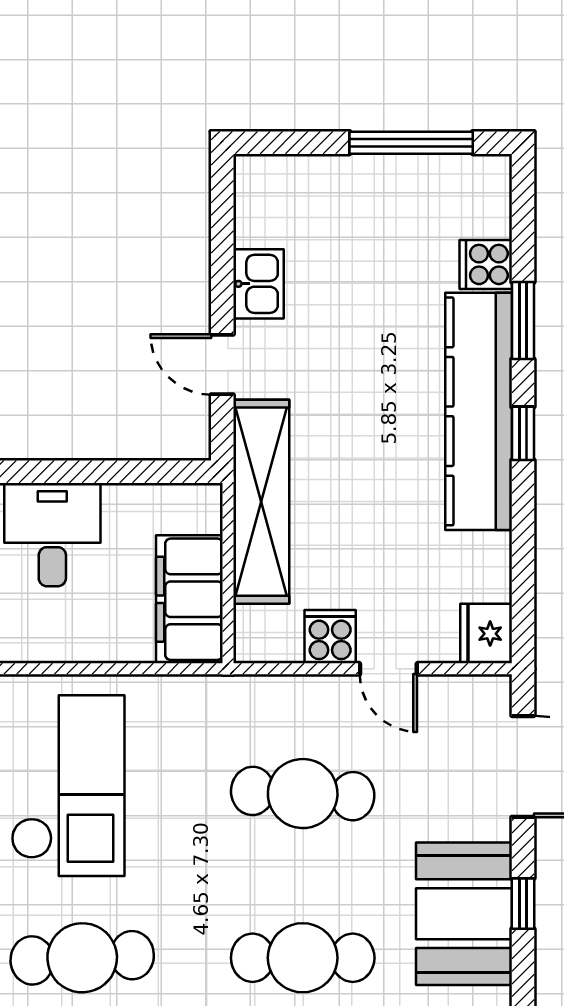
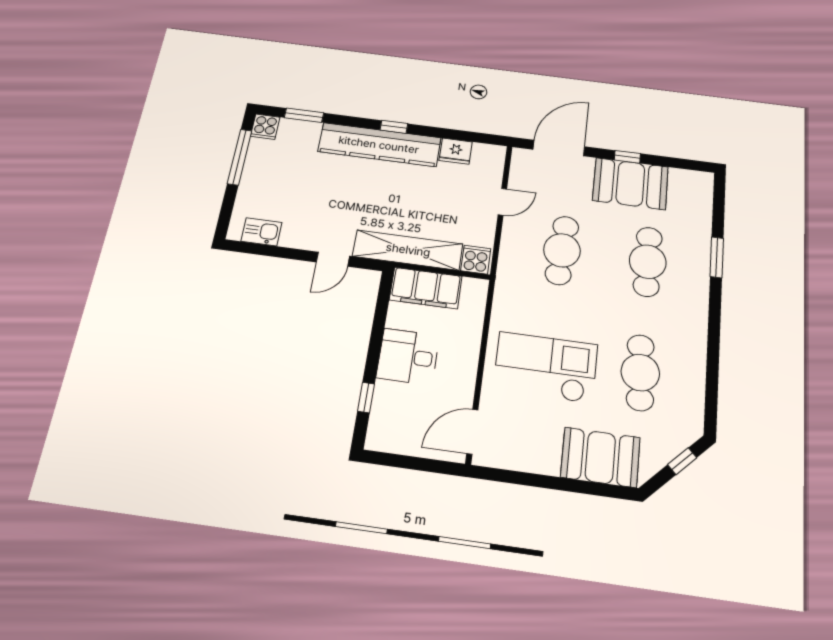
cooker: (486, 264) -> (265, 127), moved
kitchen sink: (259, 284) -> (261, 232), moved
window: (523, 321) -> (304, 115), moved
filing cabinet: (189, 599) -> (426, 288), moved
fridge: (486, 634) -> (456, 151), moved
cooker: (330, 637) -> (476, 260), moved, turned 90

